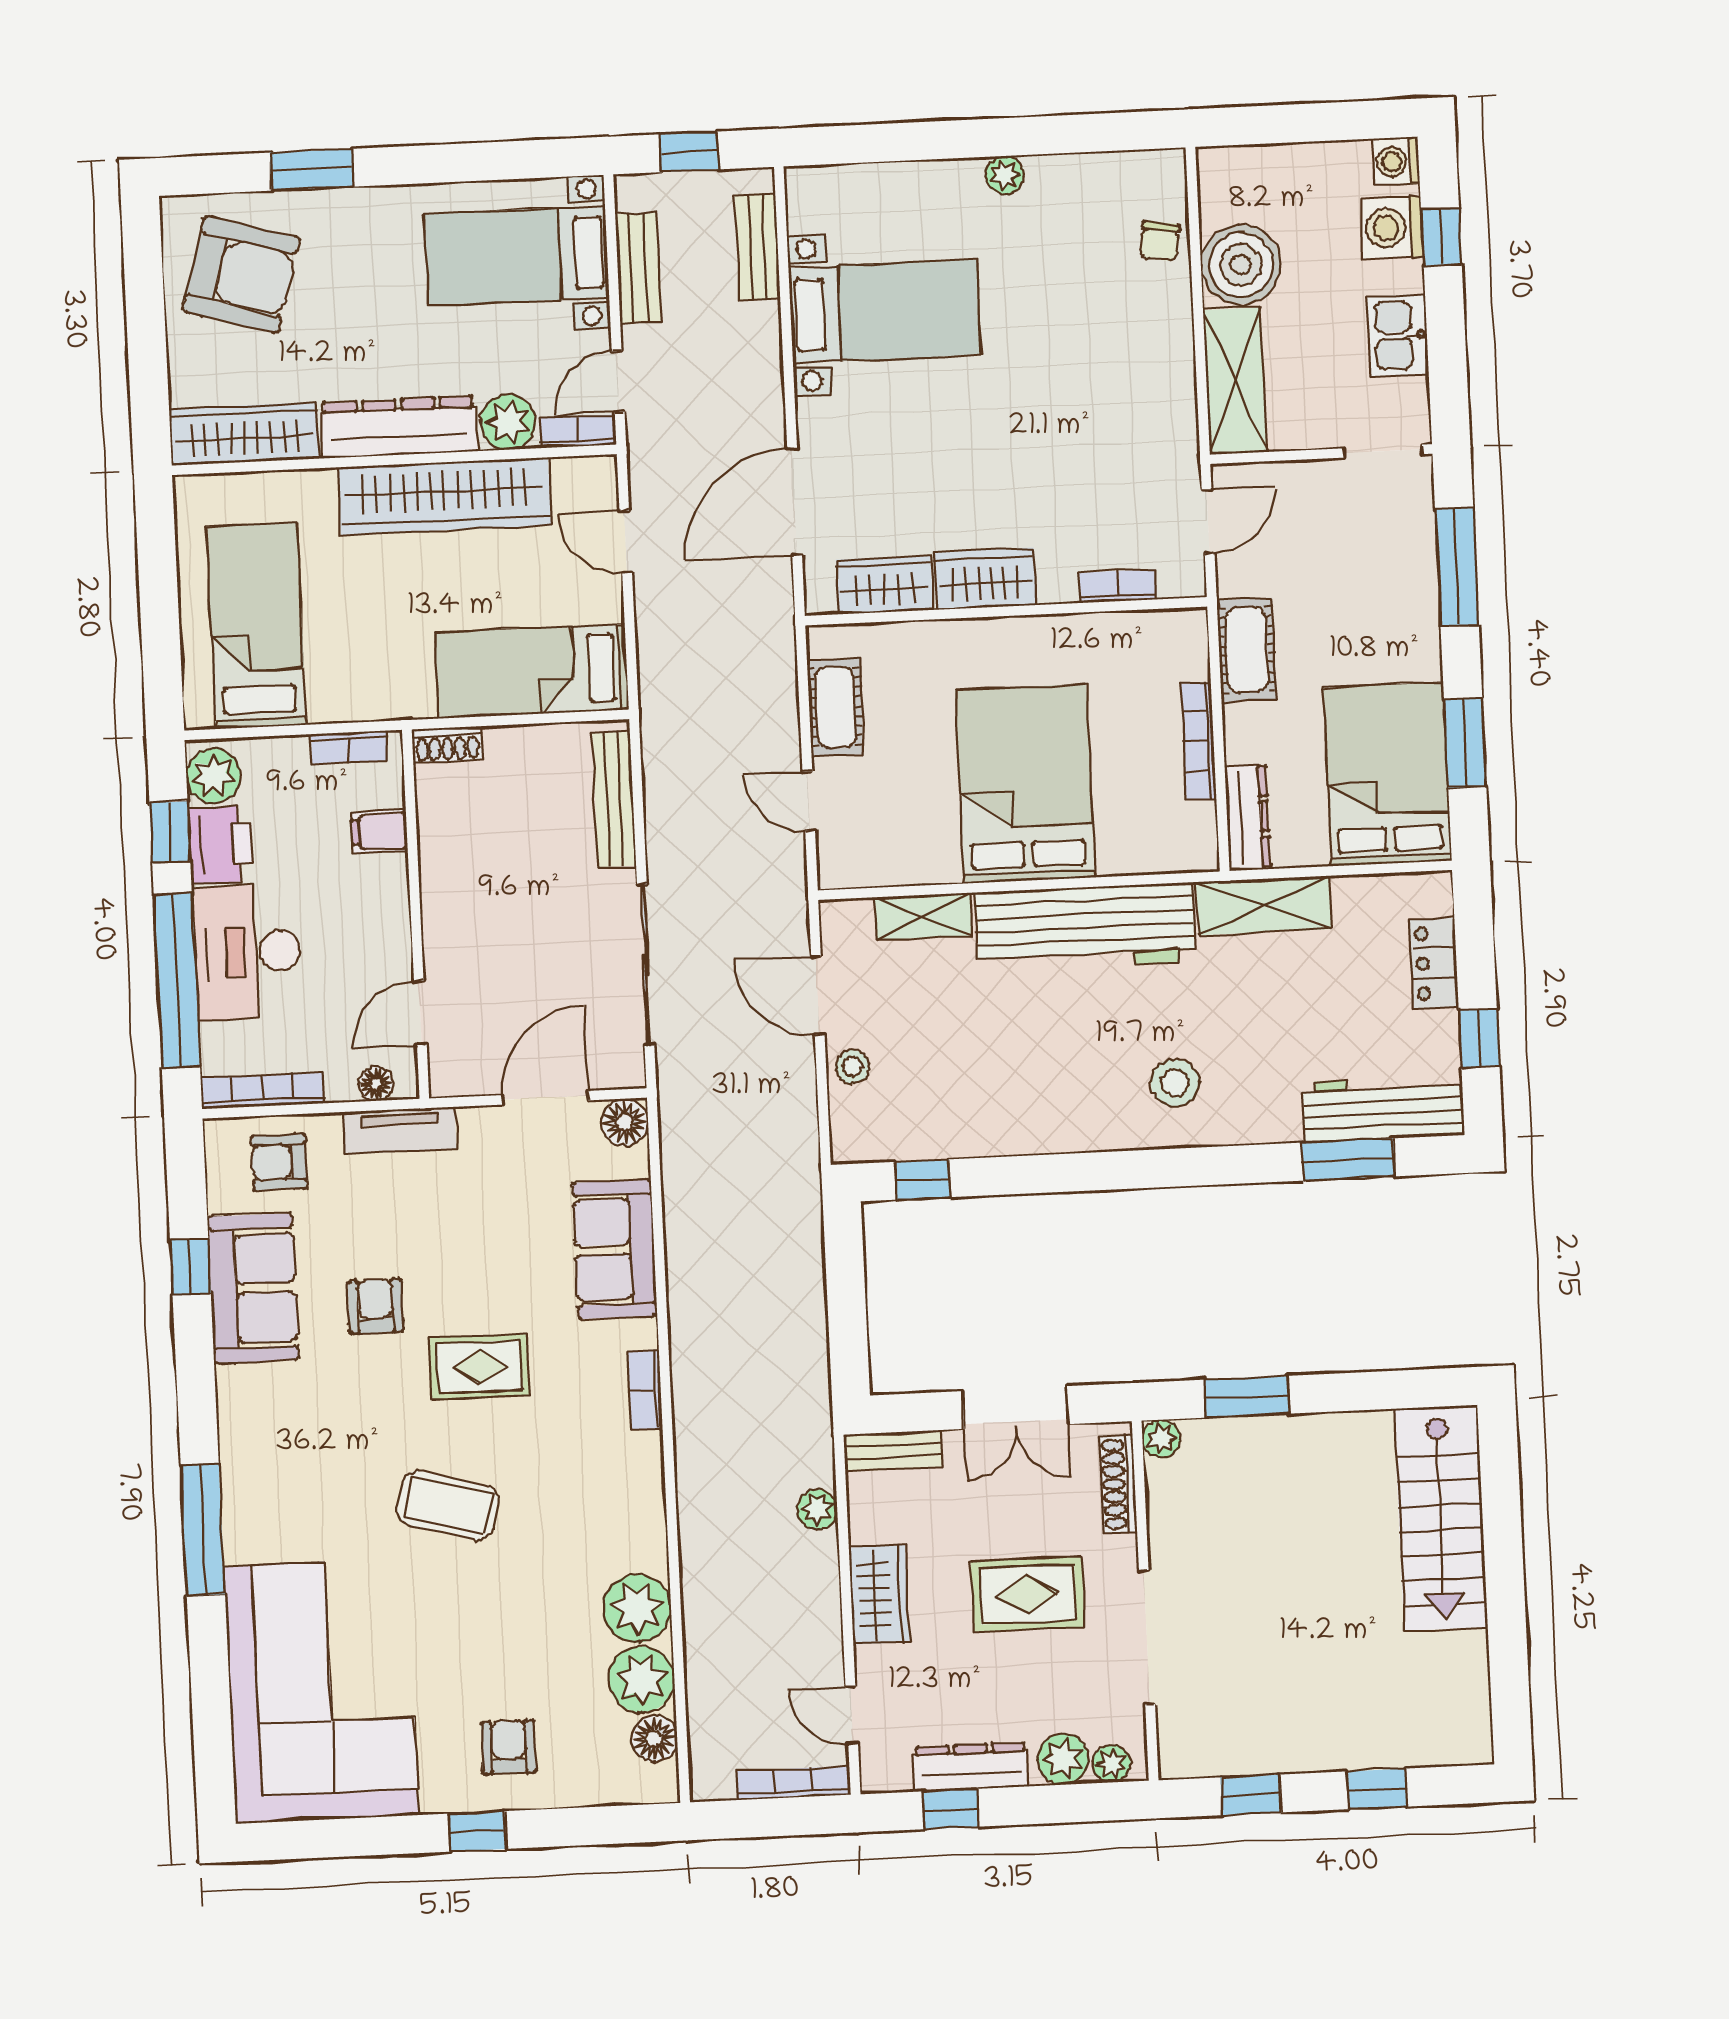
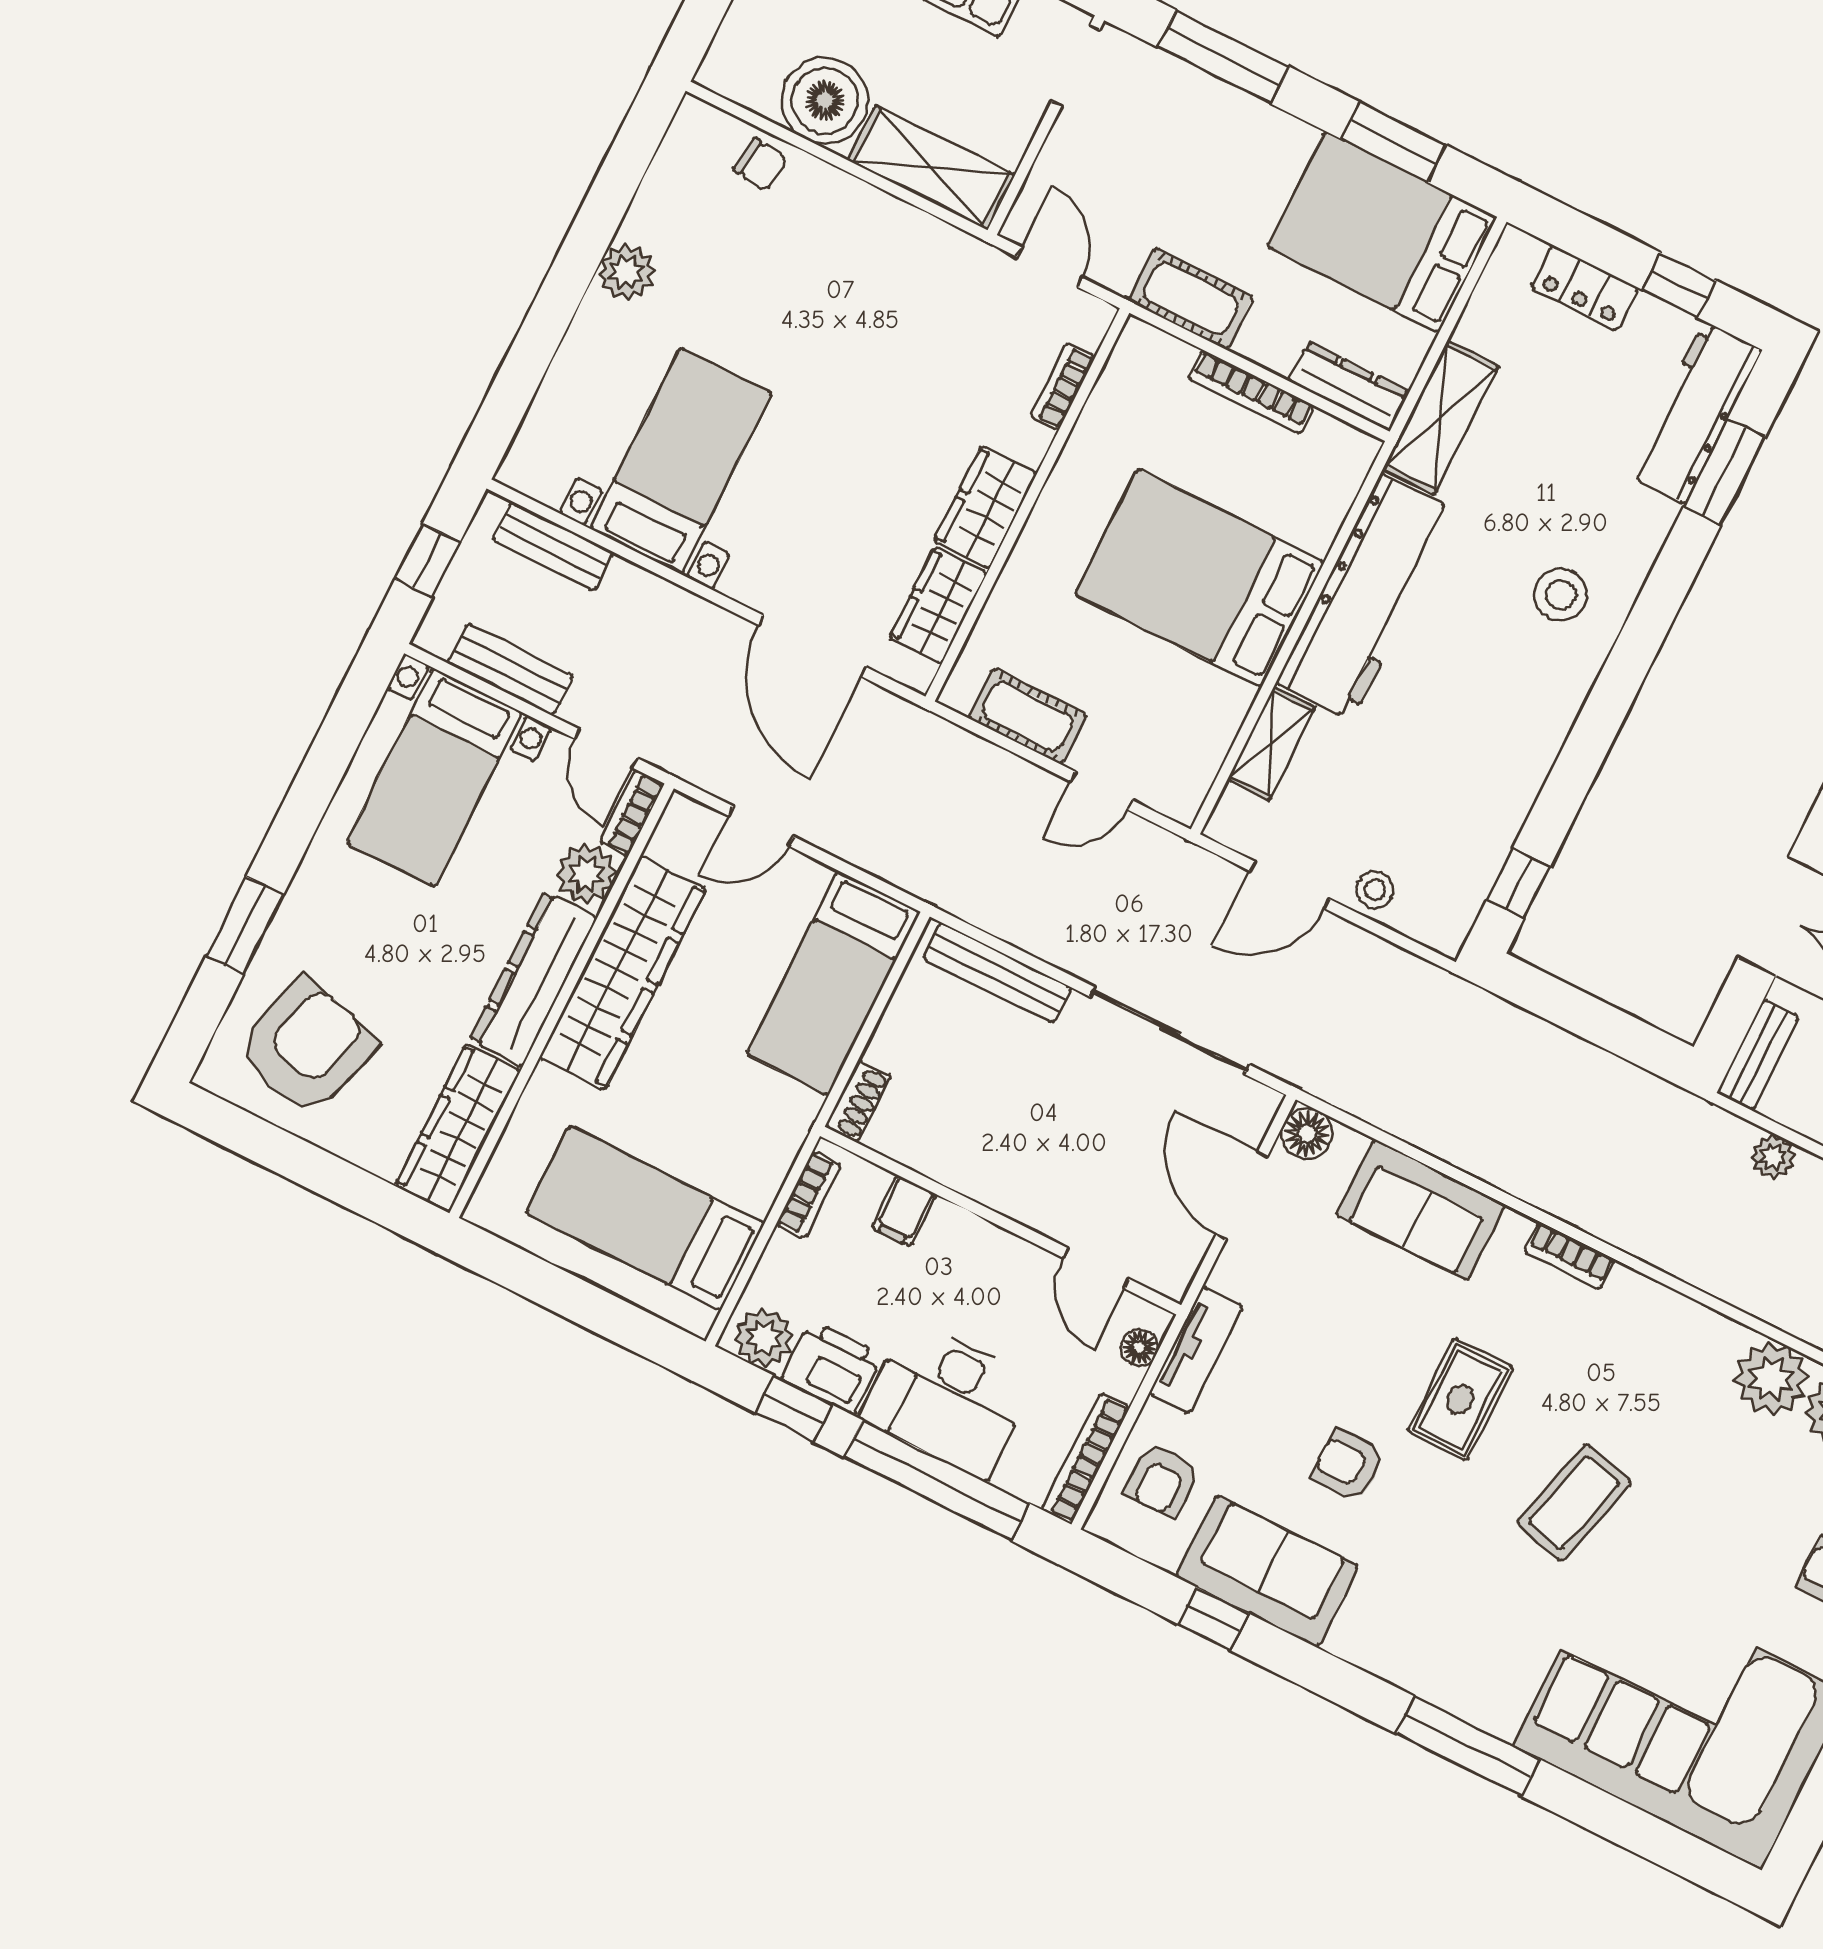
plant: (1005, 175) -> (626, 272), width x1.38, depth x1.38

